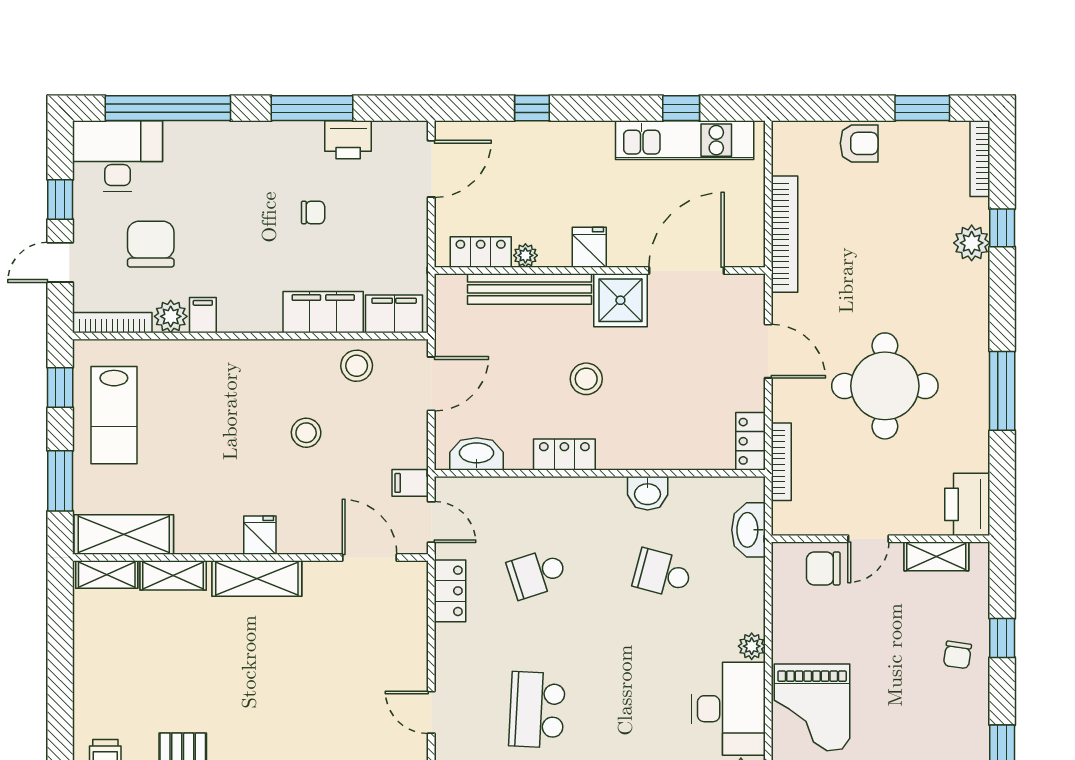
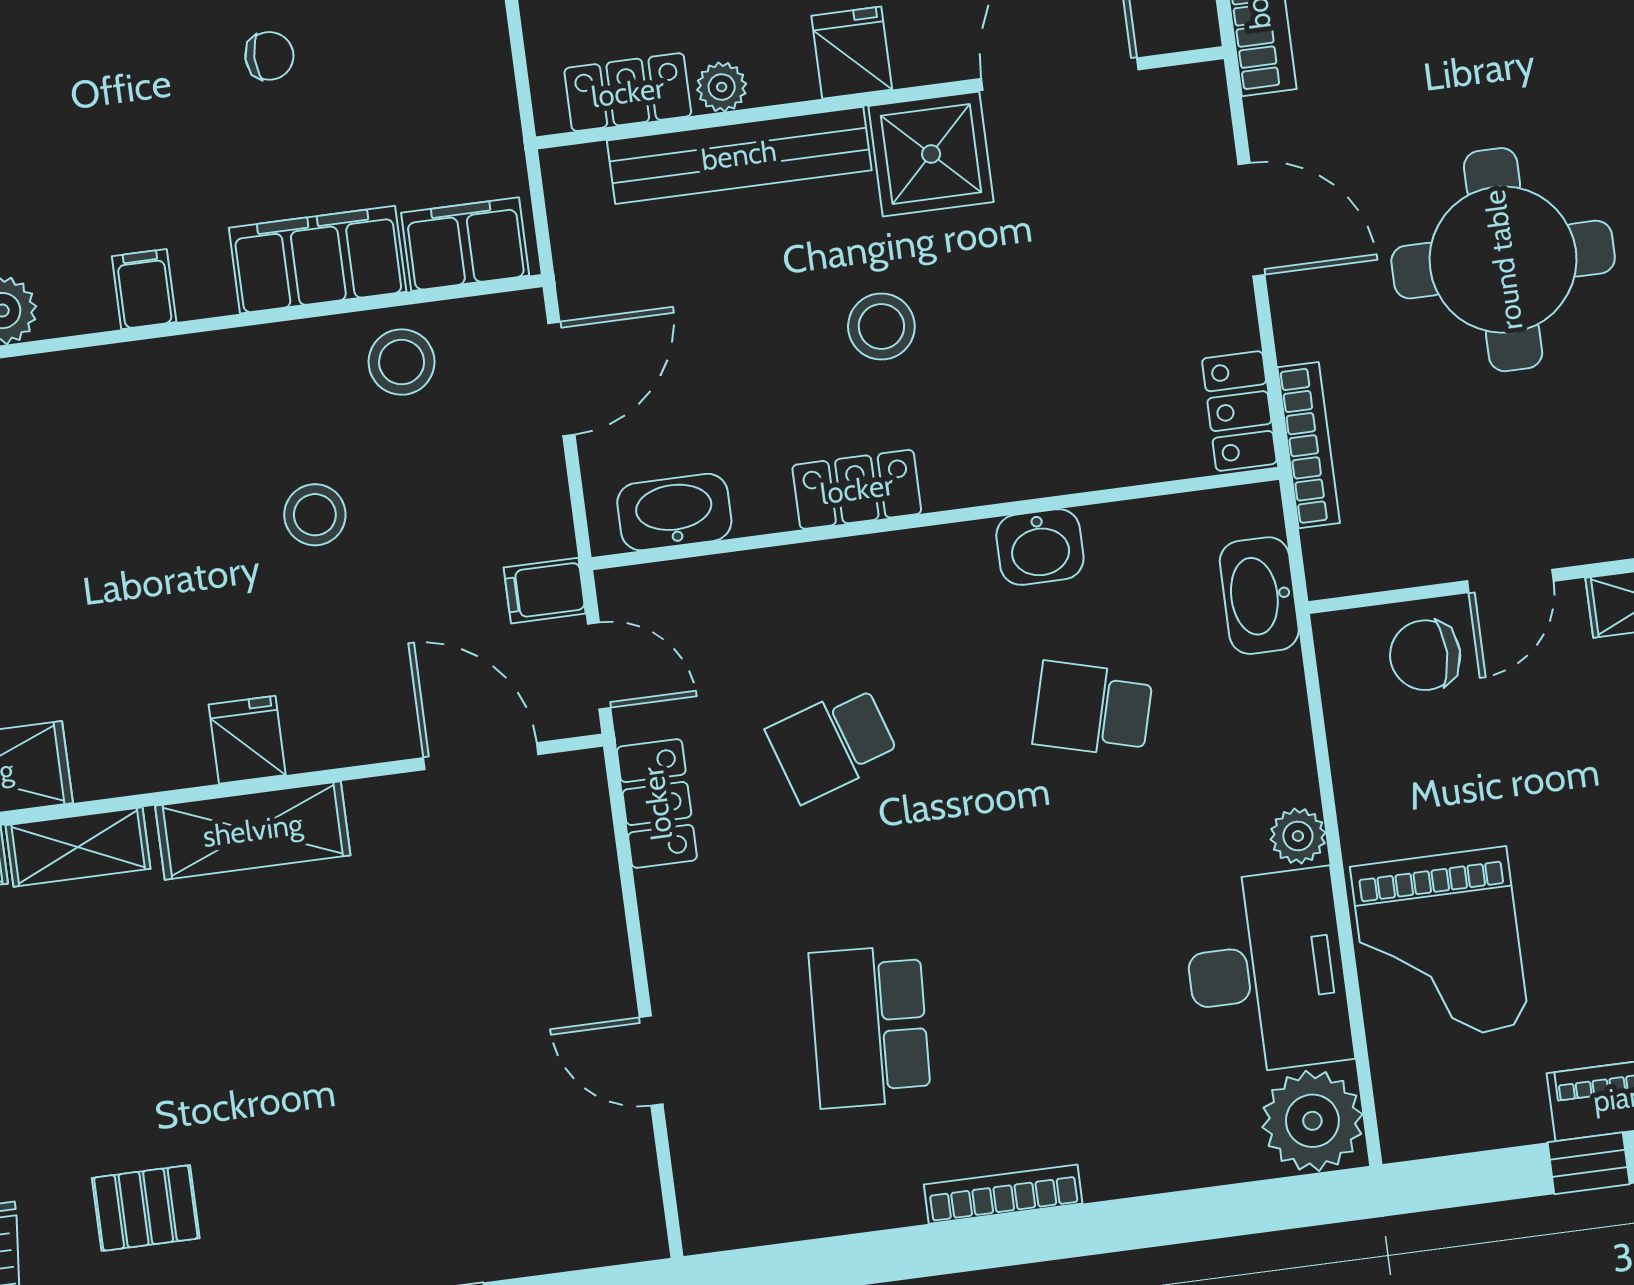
filing cabinet: (203, 315) -> (144, 289), moved

